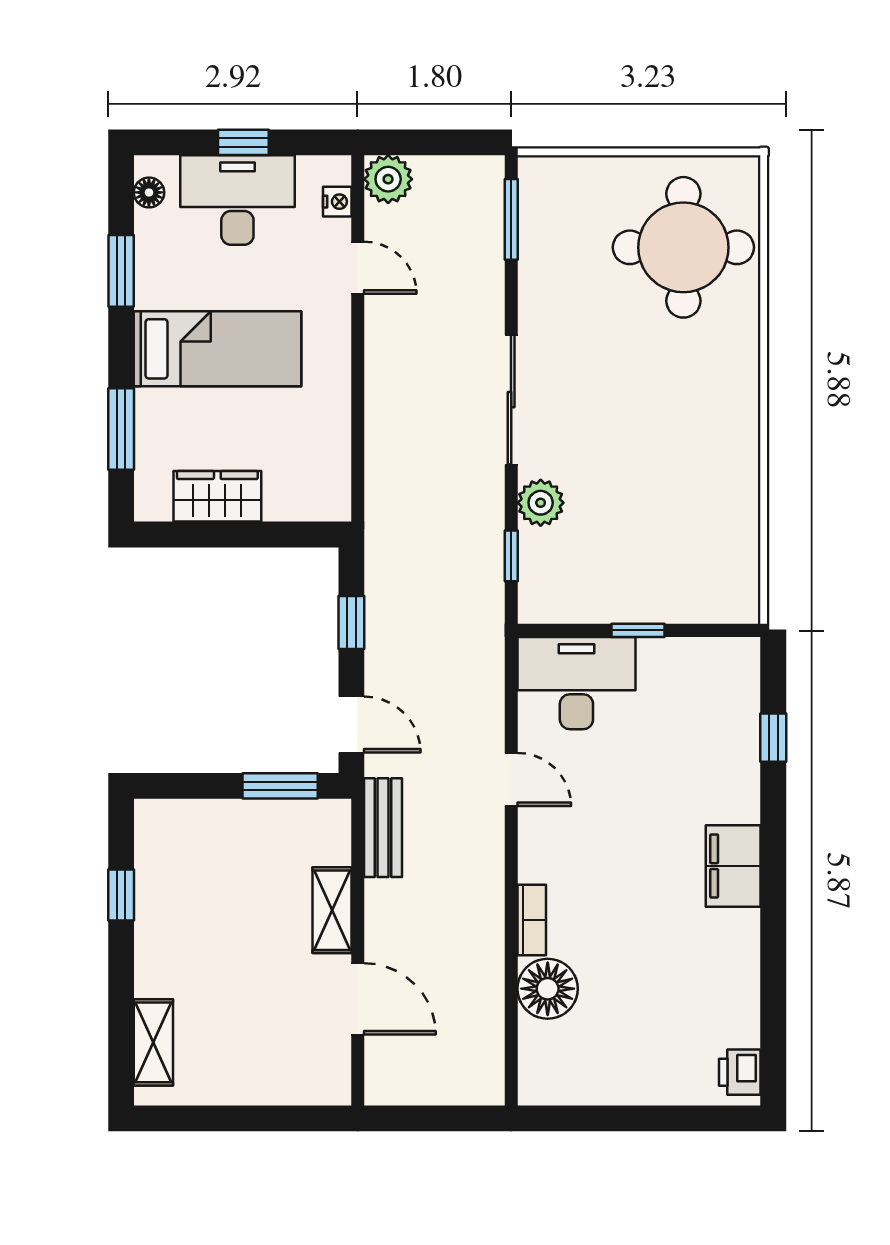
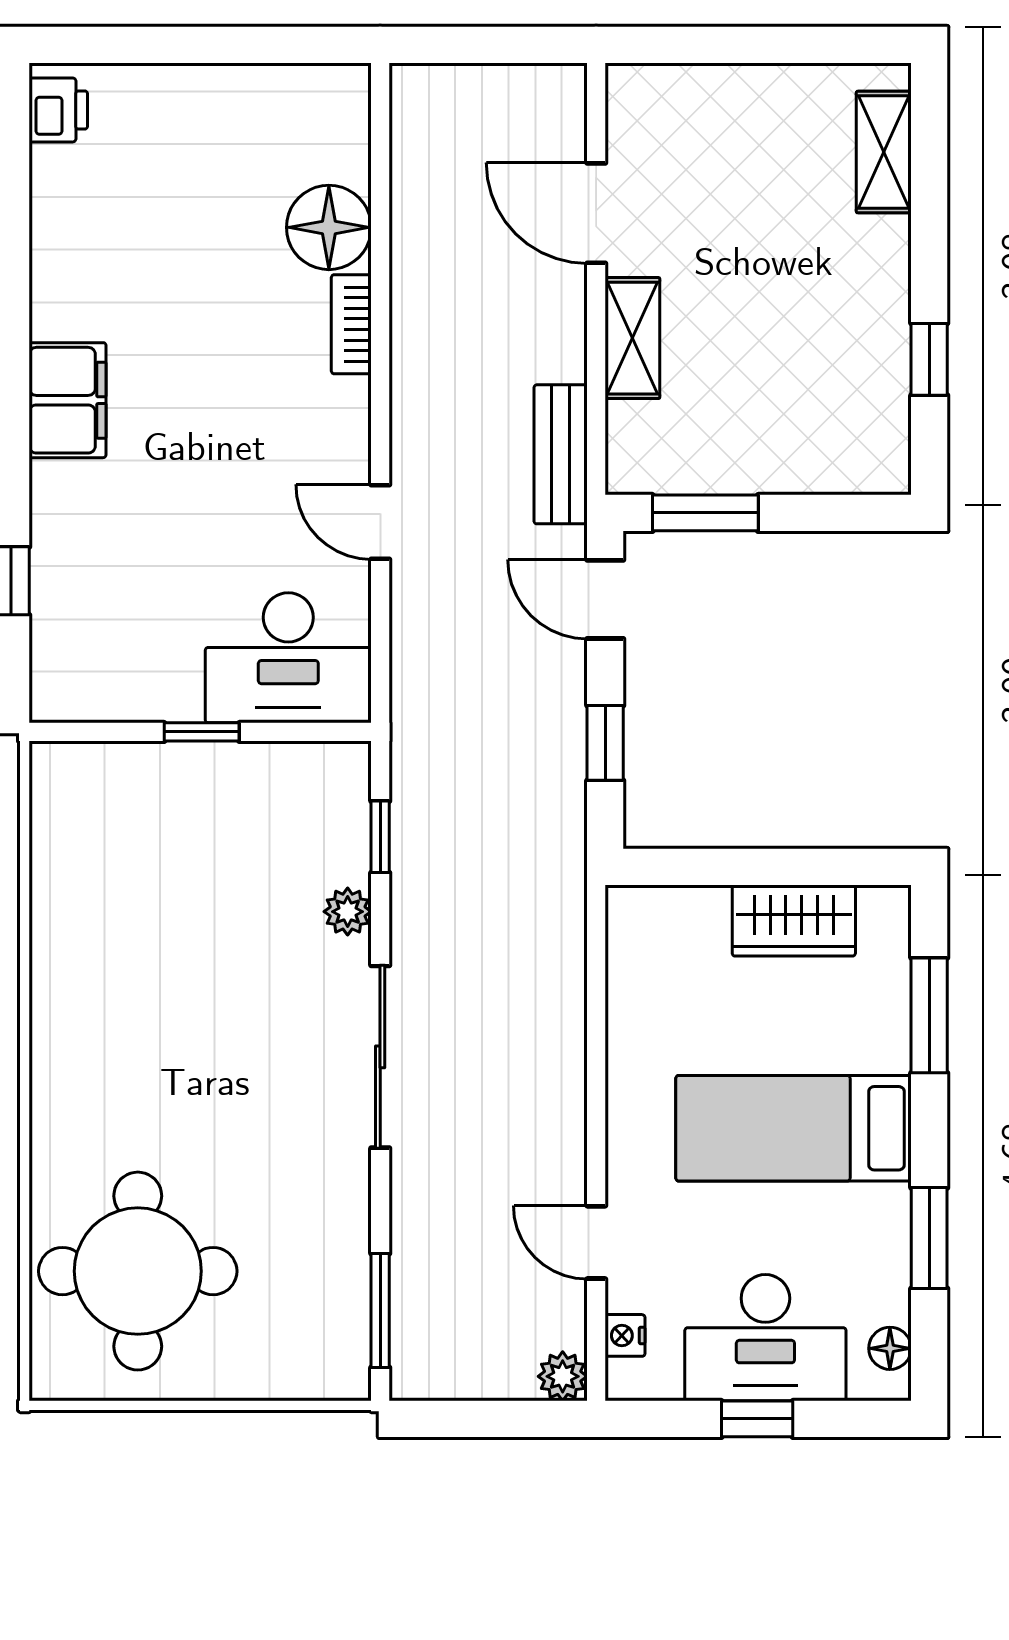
plant: (388, 179) -> (563, 1376), width x0.73, depth x0.73
plant: (541, 503) -> (348, 912), width x0.73, depth x0.73

